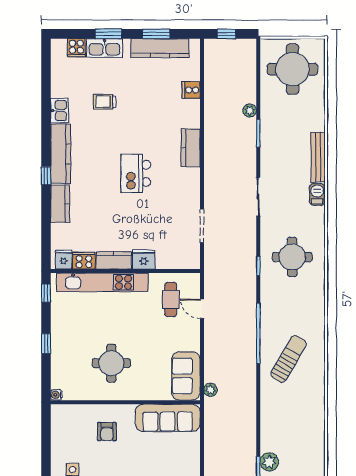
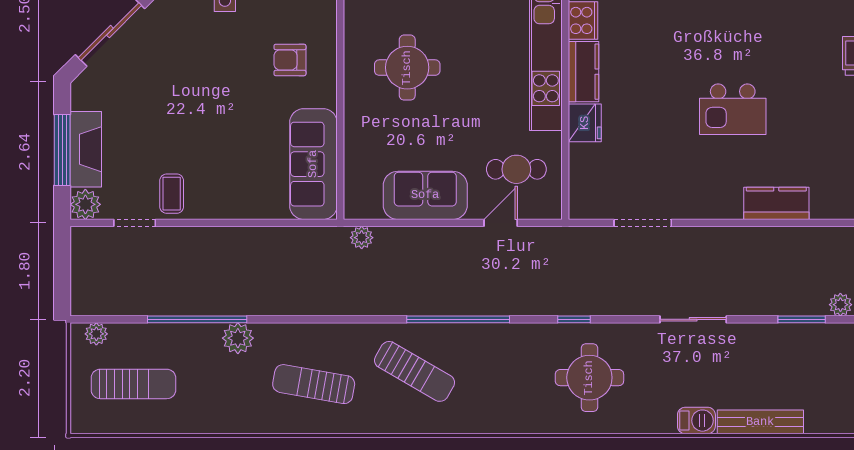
kitchen island: (136, 173) -> (733, 109), turned 180
sofa: (186, 376) -> (425, 195), moved
sun lounger: (296, 418) -> (314, 384), added

